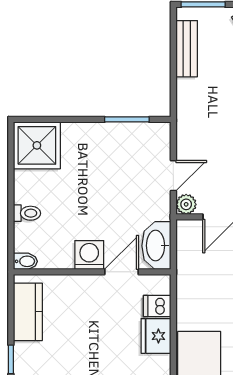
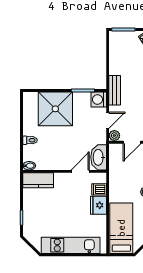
bench: (187, 49) -> (115, 90), moved
shower: (37, 145) -> (55, 109), moved, width x1.37, depth x1.37
washing machine: (89, 255) -> (99, 100), moved, turned -90
kitchen counter: (28, 312) -> (38, 180), moved, turned 90

